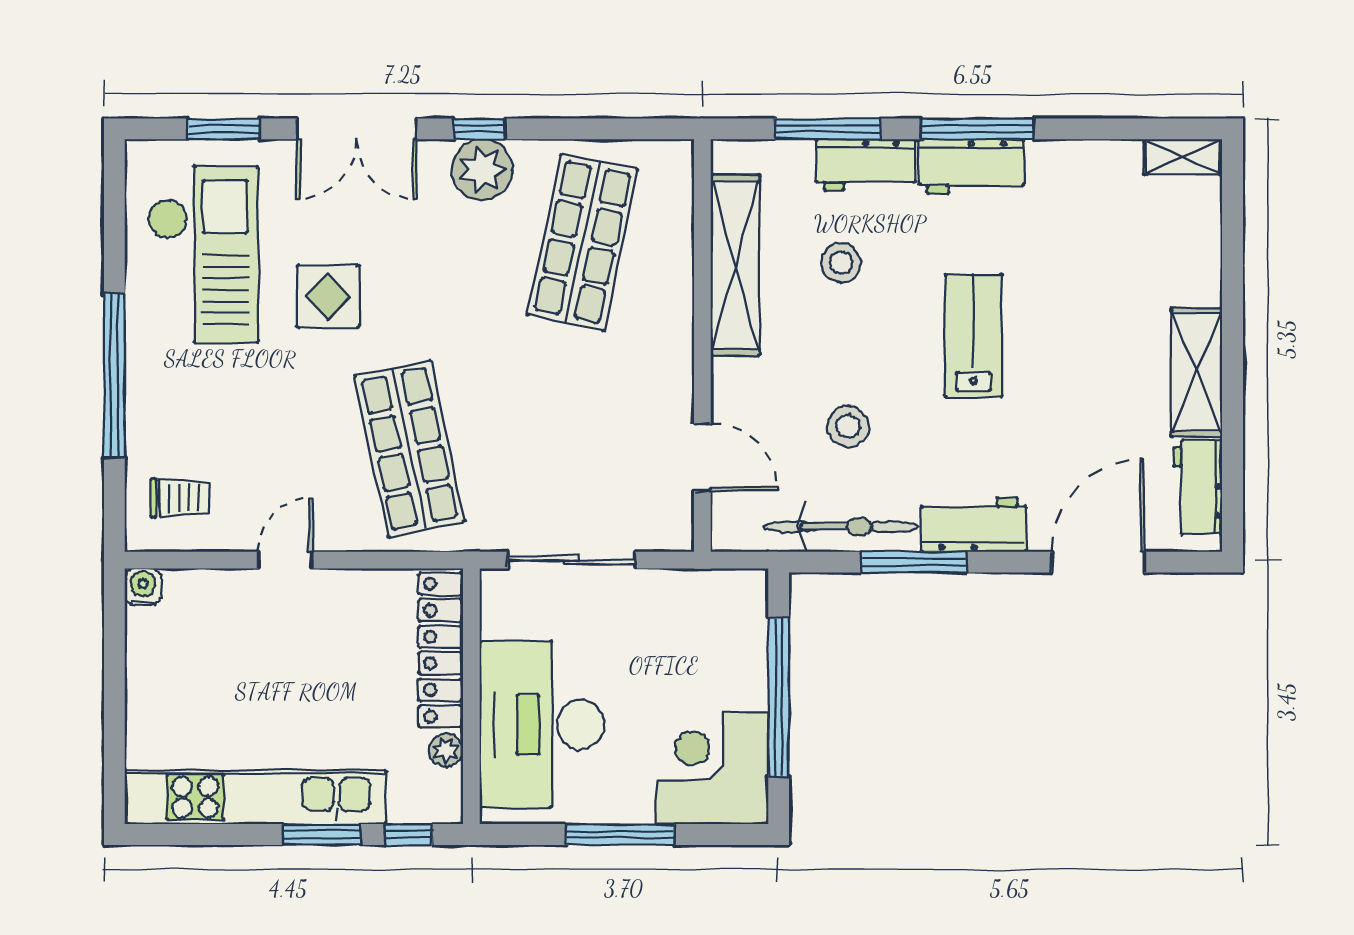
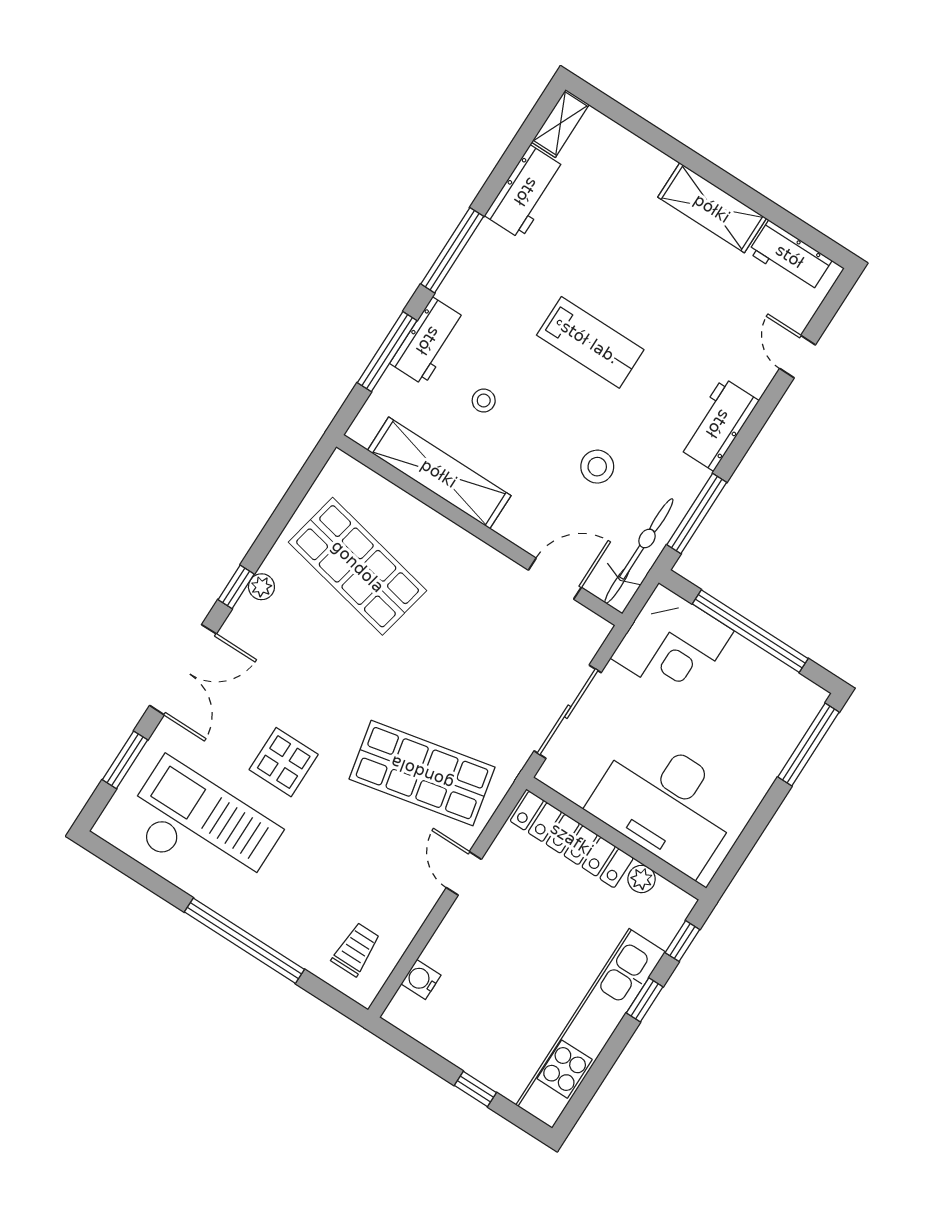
workbench: (971, 166) -> (526, 192), moved
plant: (482, 170) -> (261, 587), width x0.53, depth x0.53
stool: (841, 263) -> (484, 401), width x0.73, depth x0.73
lab bench: (974, 336) -> (590, 342), turned 180
bicycle: (841, 527) -> (639, 551), moved
door: (285, 560) -> (464, 873), moved
window: (914, 562) -> (697, 514), moved
door: (1098, 562) -> (798, 357), width x0.53
water cooler: (143, 587) -> (421, 979), moved
window: (114, 717) -> (475, 1089), added
corner desk: (712, 768) -> (672, 644), moved, turned -90
window: (321, 834) -> (645, 1000), width x0.67
window: (620, 834) -> (809, 745), moved

